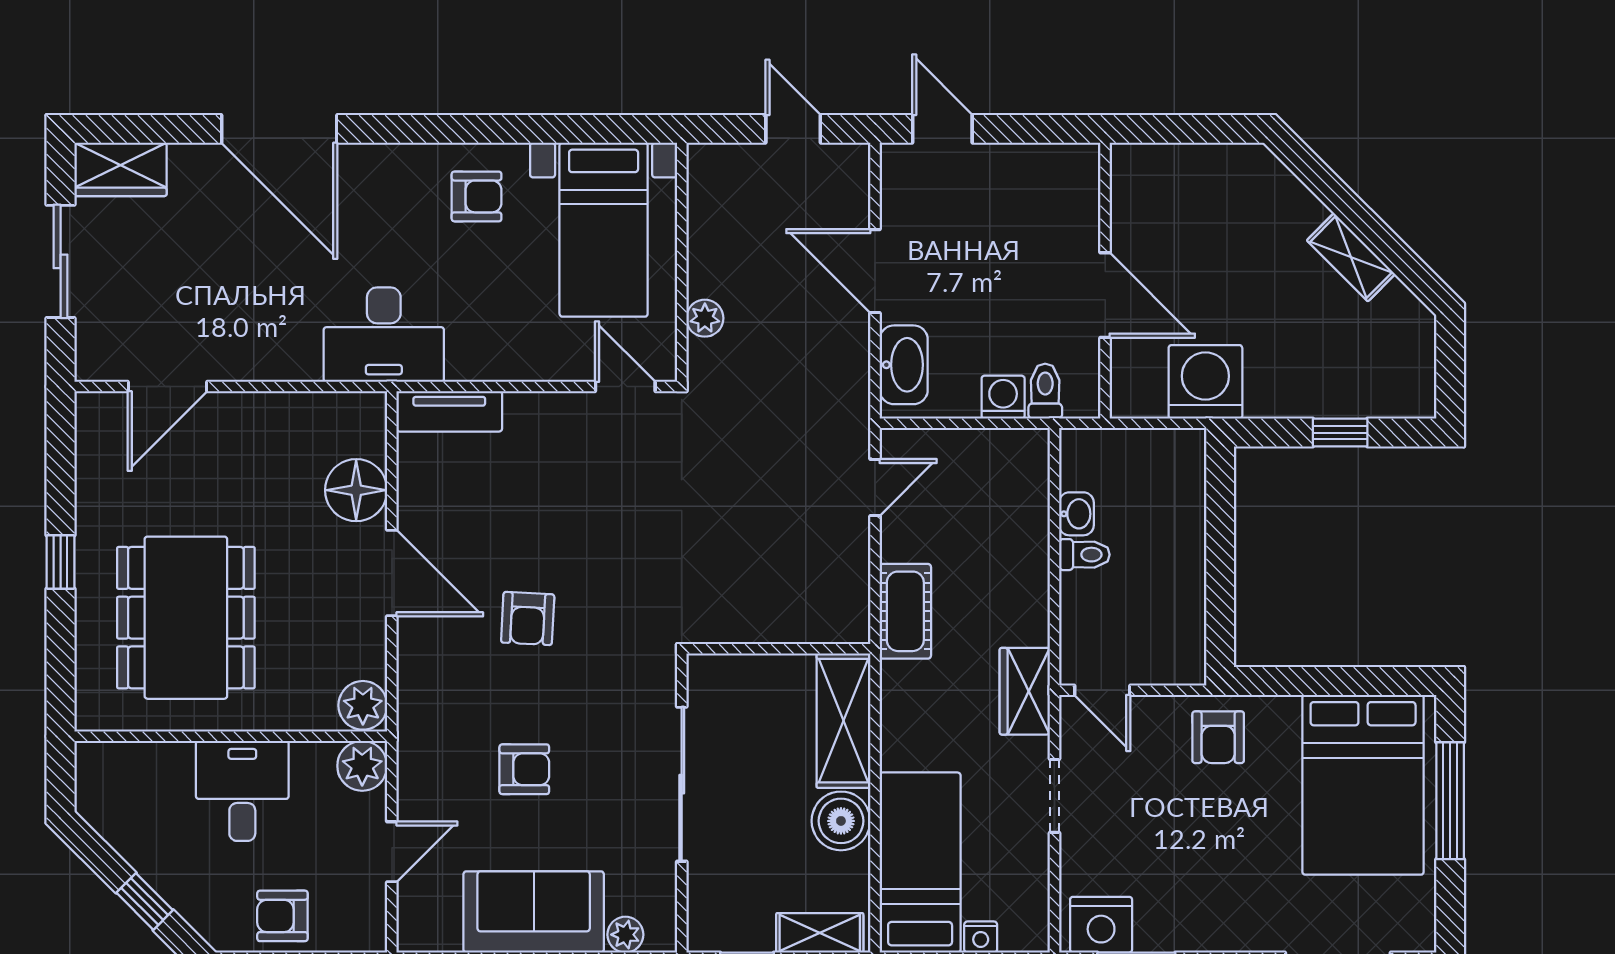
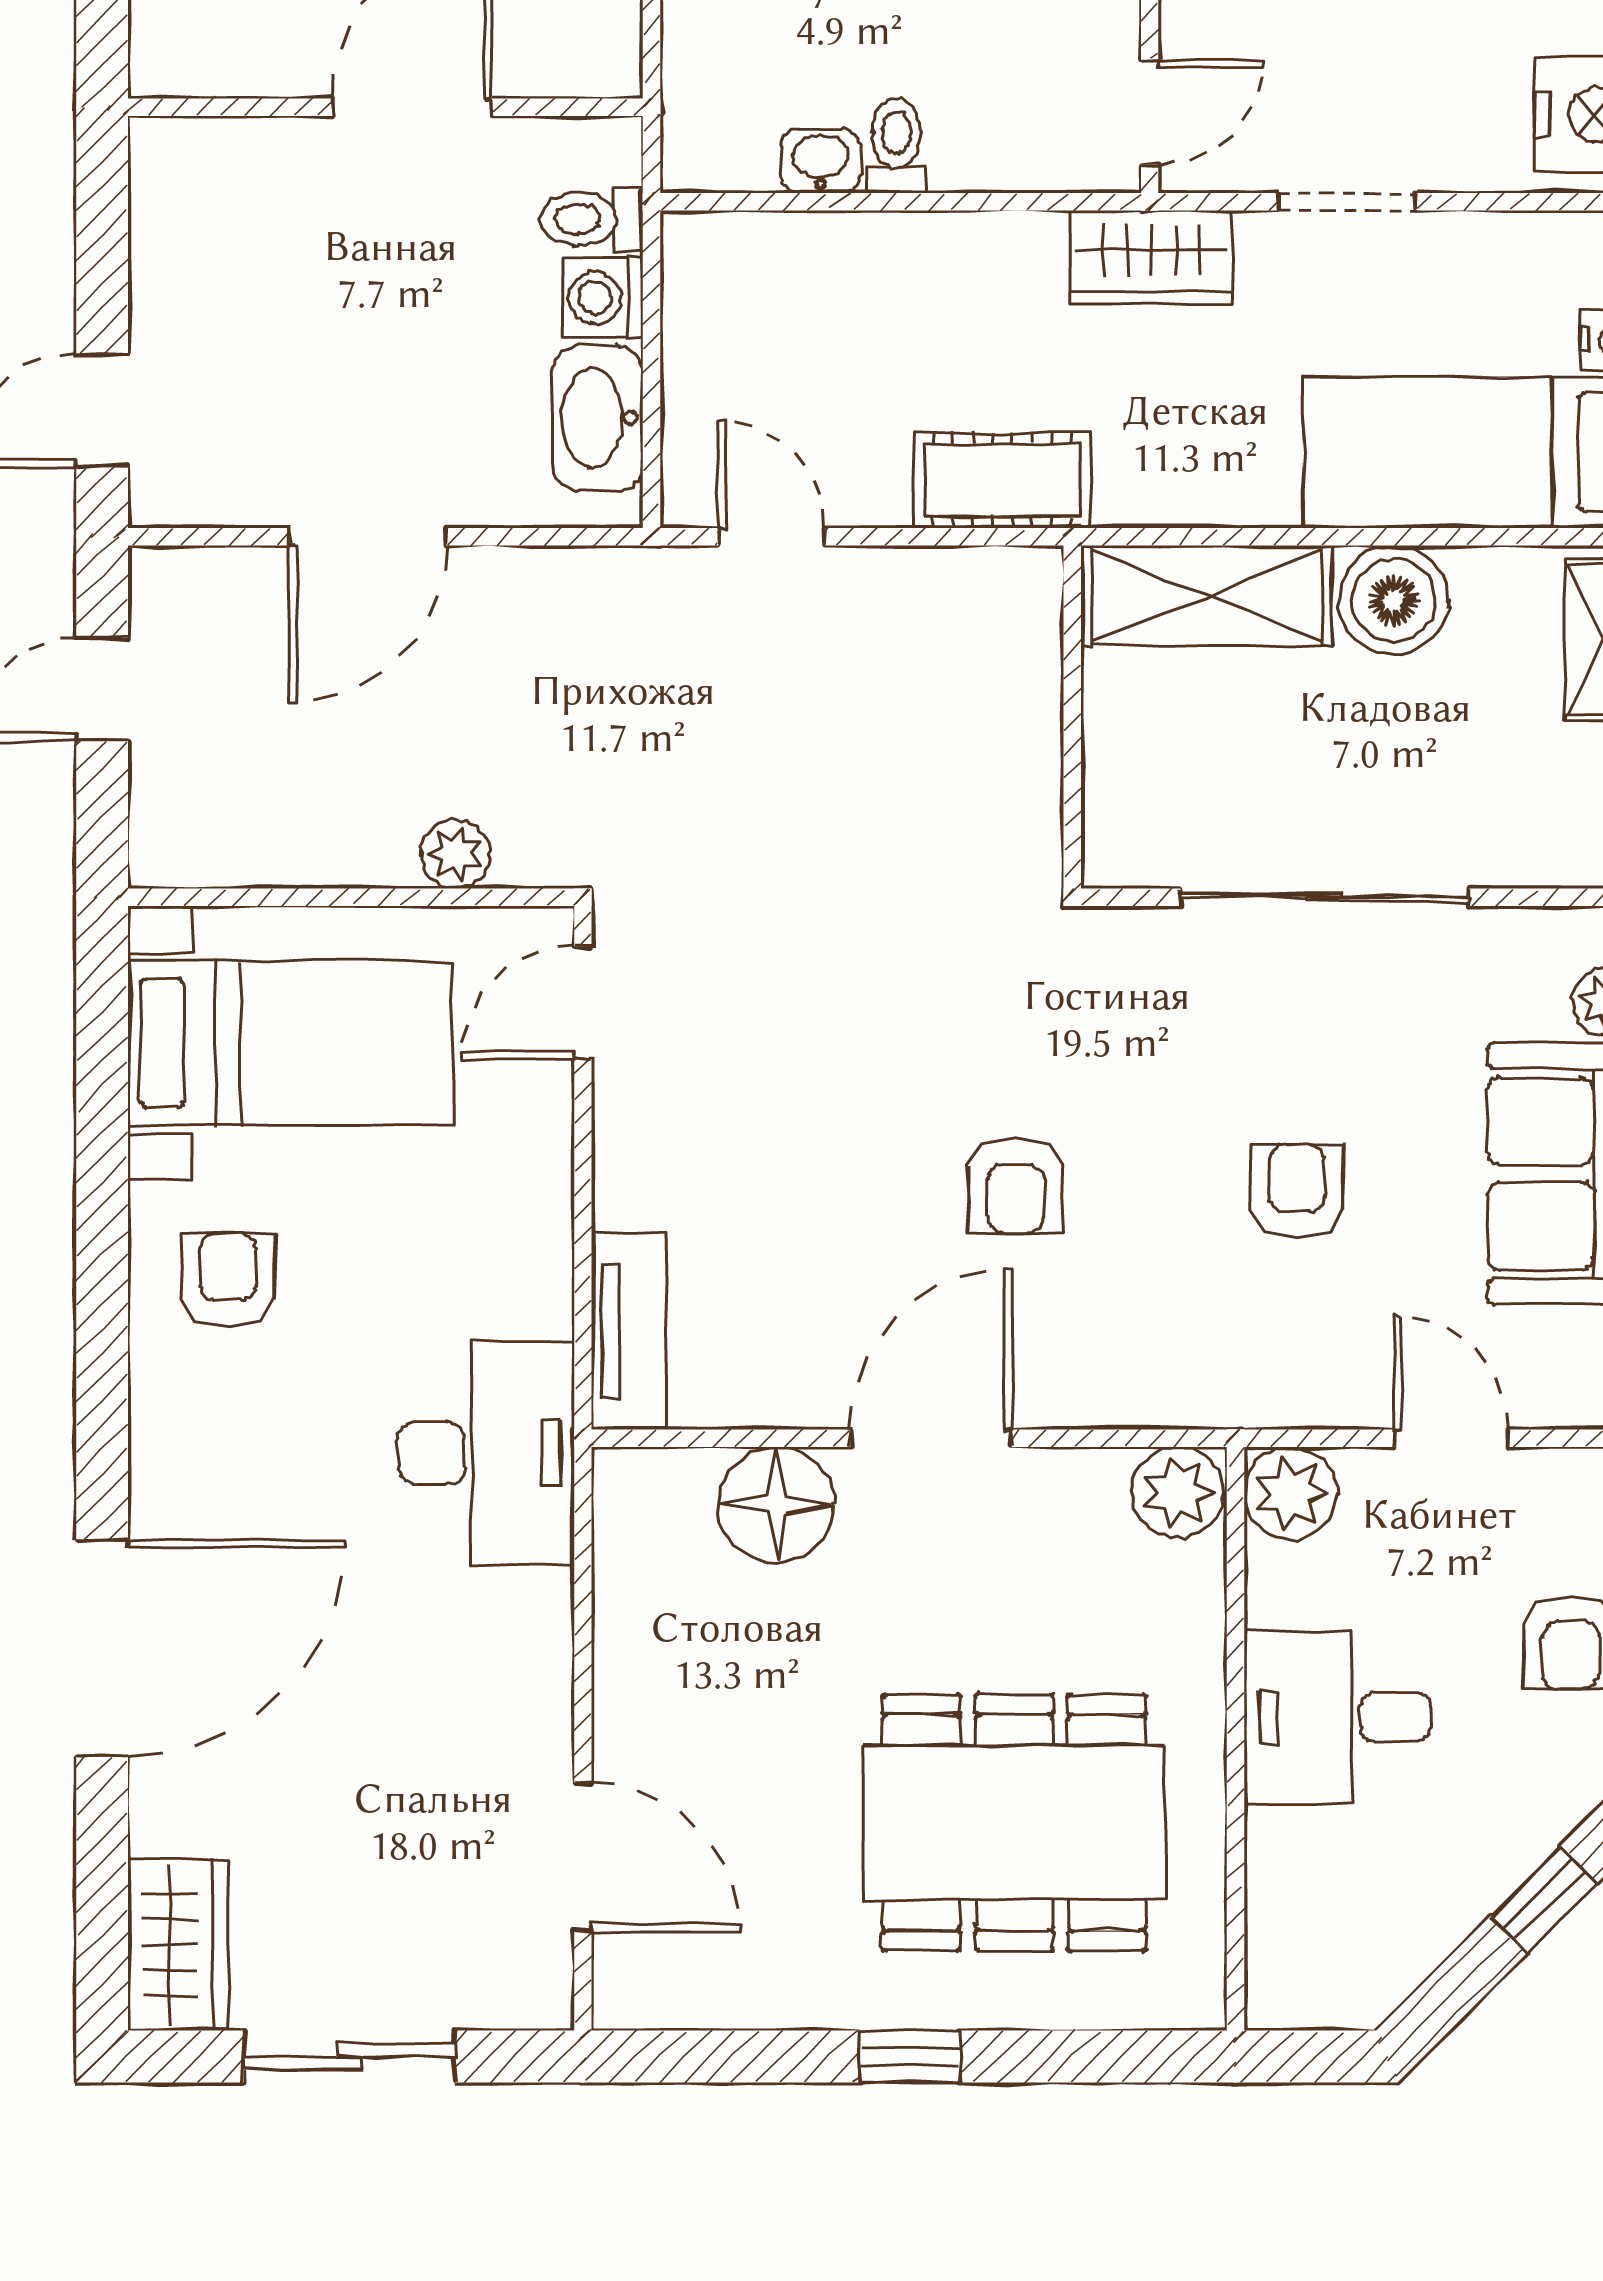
washbasin: (904, 365) -> (598, 418), moved, turned -90
armchair: (528, 618) -> (1016, 1185), turned 87

